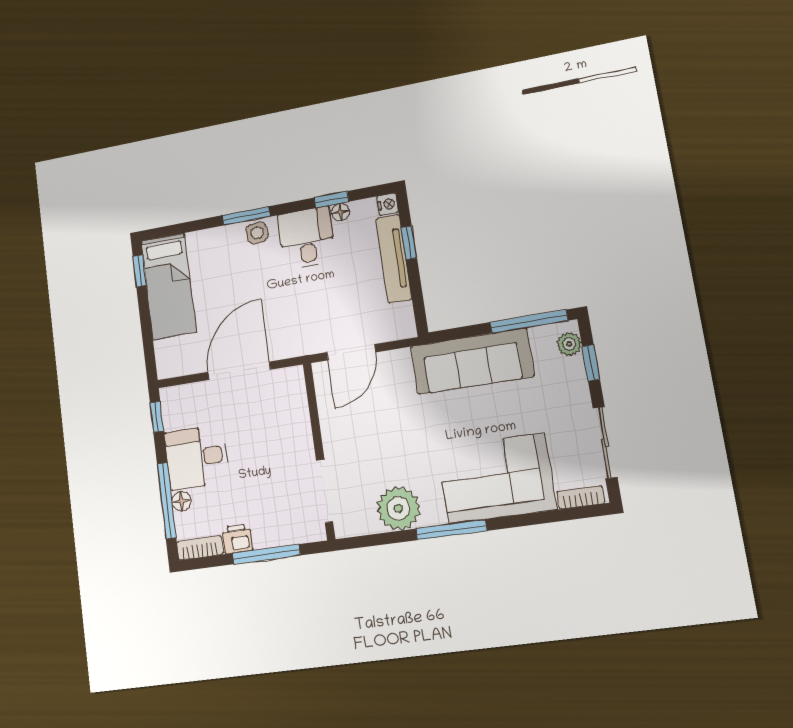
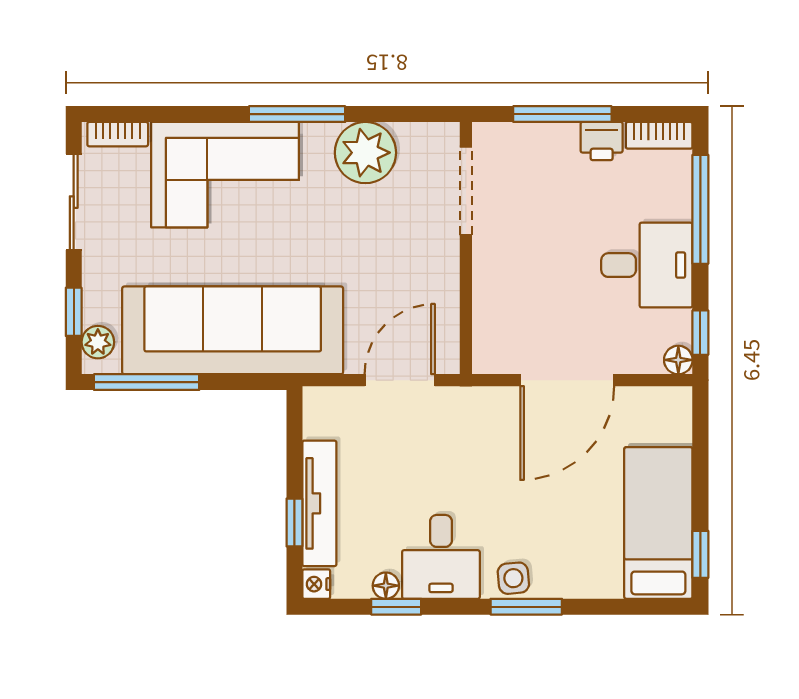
sofa: (472, 361) -> (233, 330), width x1.36, depth x1.27
floor lamp: (181, 501) -> (678, 360), moved

